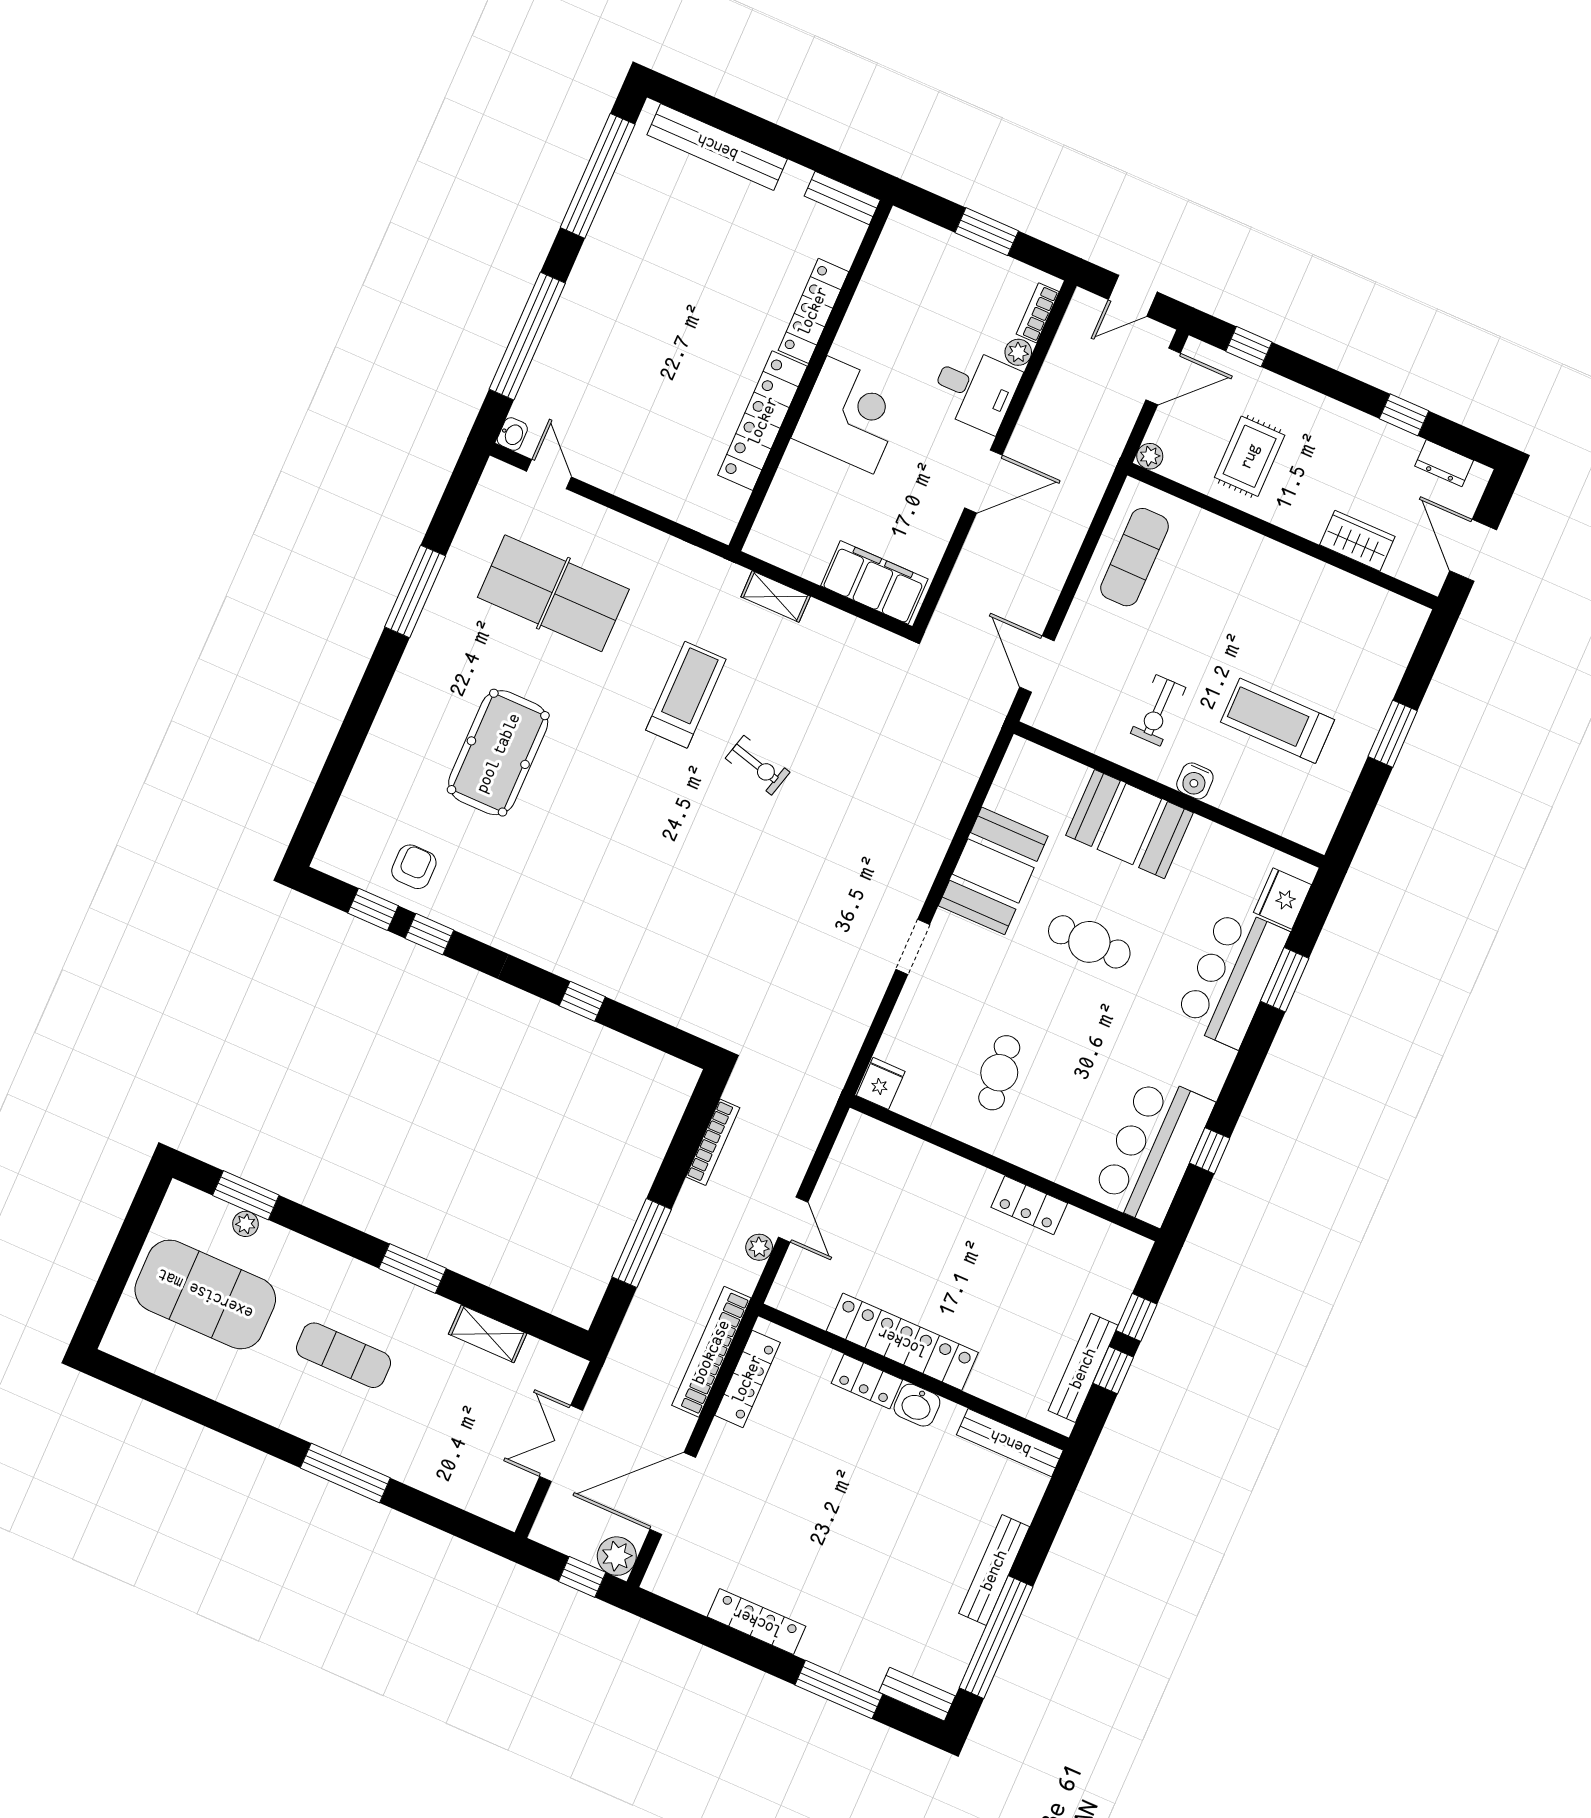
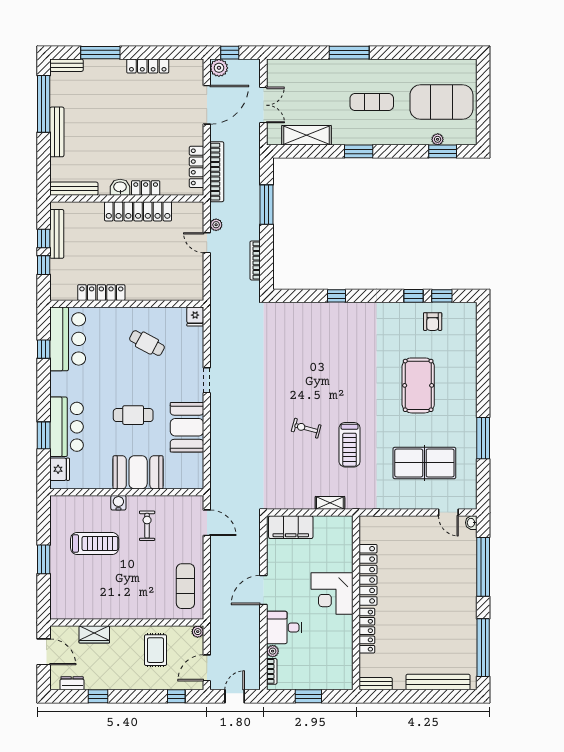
cafe table: (999, 1073) -> (147, 343), turned -55
locker: (1029, 1205) -> (101, 293), width x1.53
shelving: (488, 1334) -> (307, 135), width x1.50, depth x1.33

